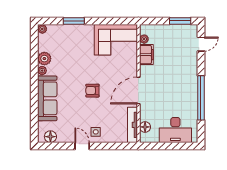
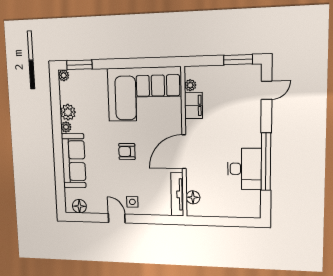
window: (74, 21) -> (79, 65), moved
corner sofa: (116, 40) -> (144, 94), width x1.36, depth x1.36
desk: (175, 130) -> (244, 169), moved, turned -90

